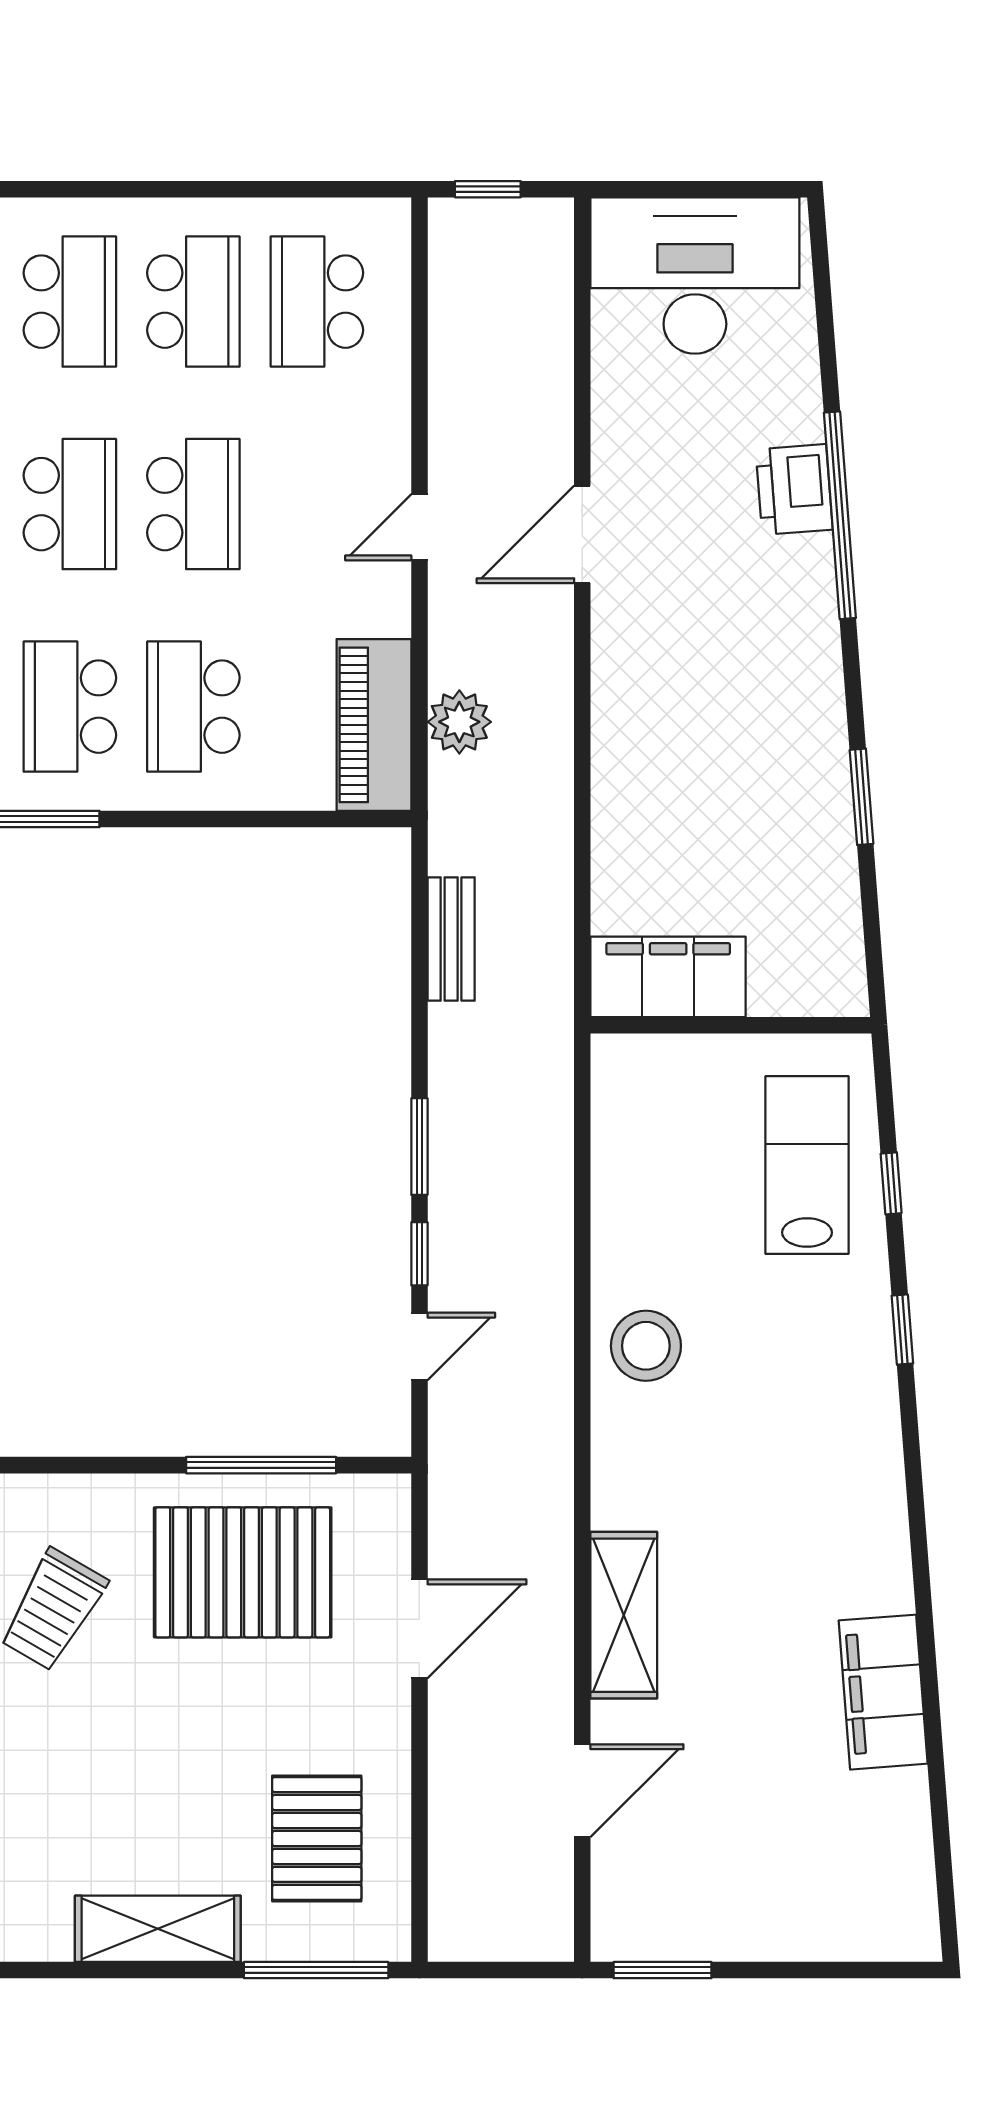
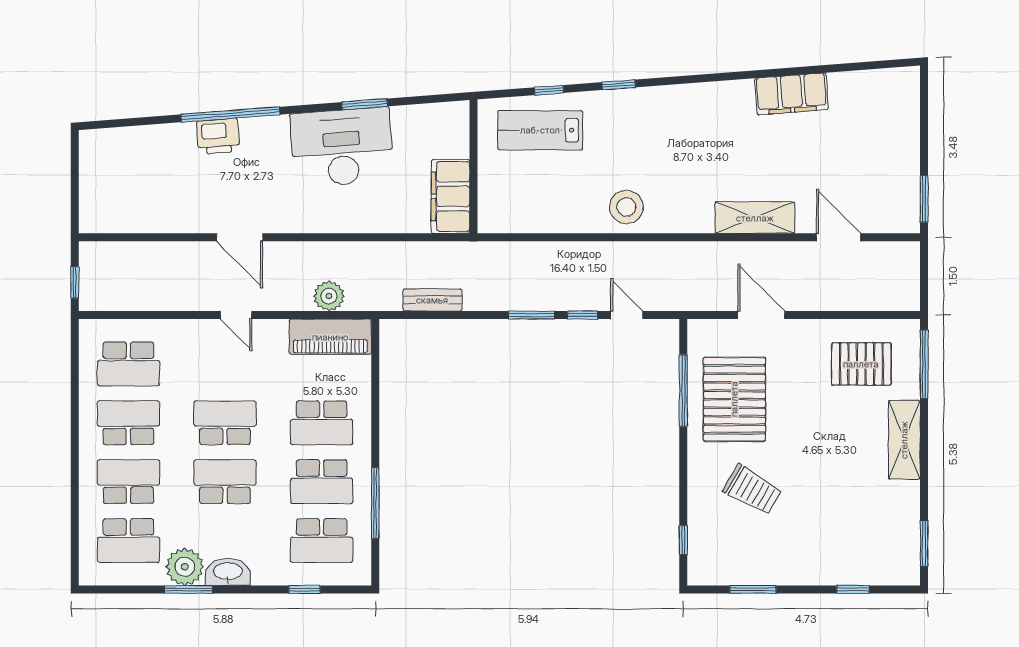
desk: (695, 276) -> (342, 147), moved, turned 86

